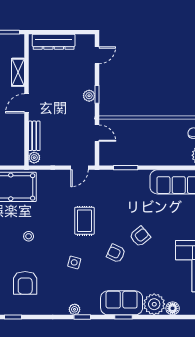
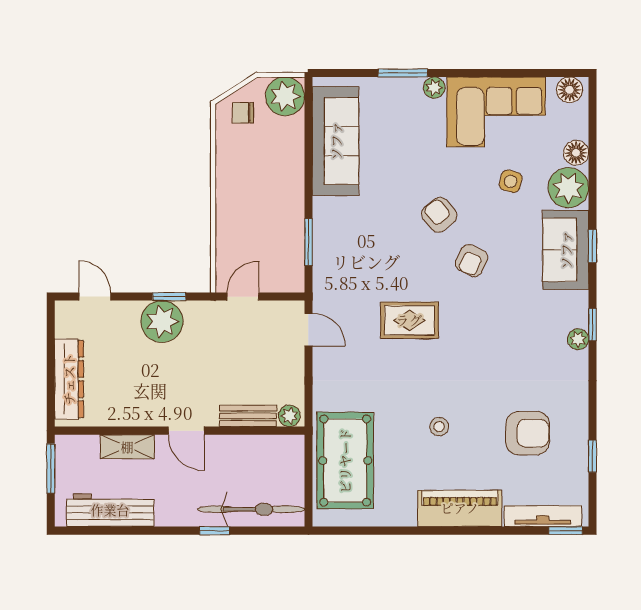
plant: (89, 96) -> (162, 321), width x1.87, depth x1.87
side table: (74, 262) -> (511, 181), moved

